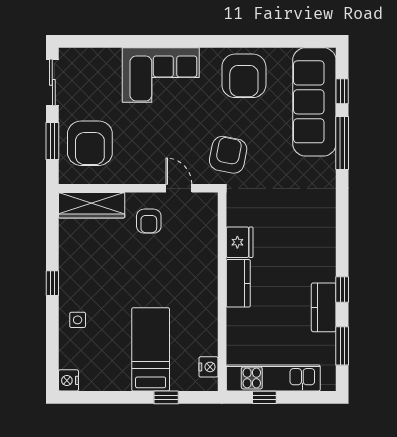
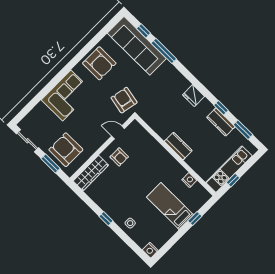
armchair: (90, 143) -> (66, 150), turned 180
fridge: (240, 242) -> (194, 96), moved, turned 180
nightstand: (209, 367) -> (189, 180), moved

